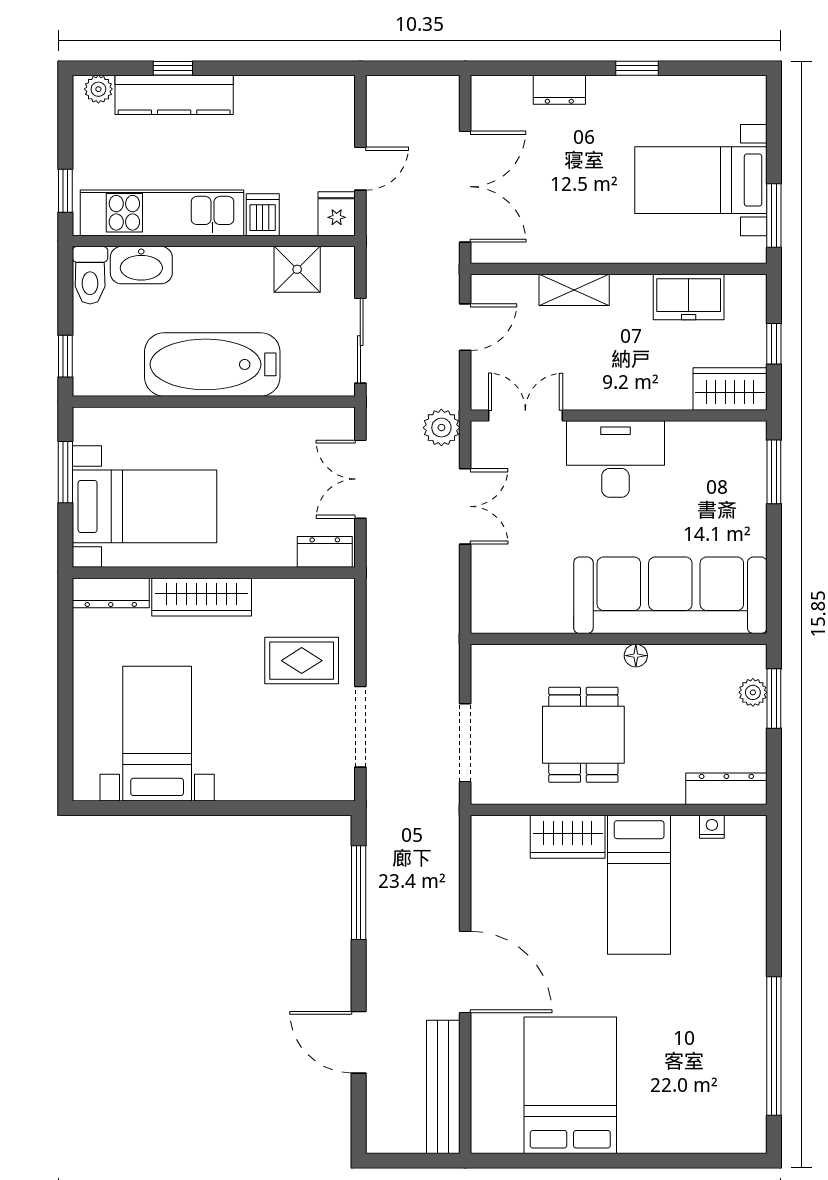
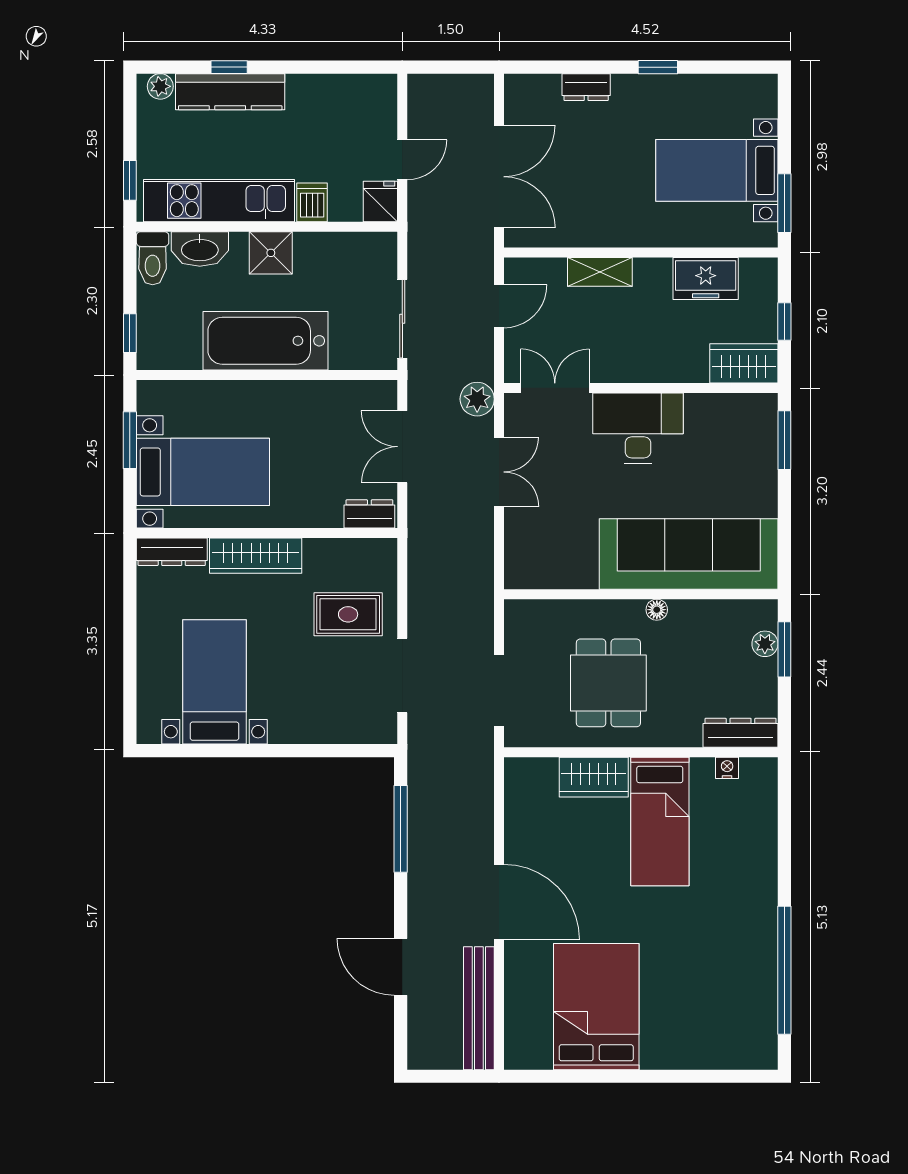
shower: (297, 269) -> (271, 253), moved

